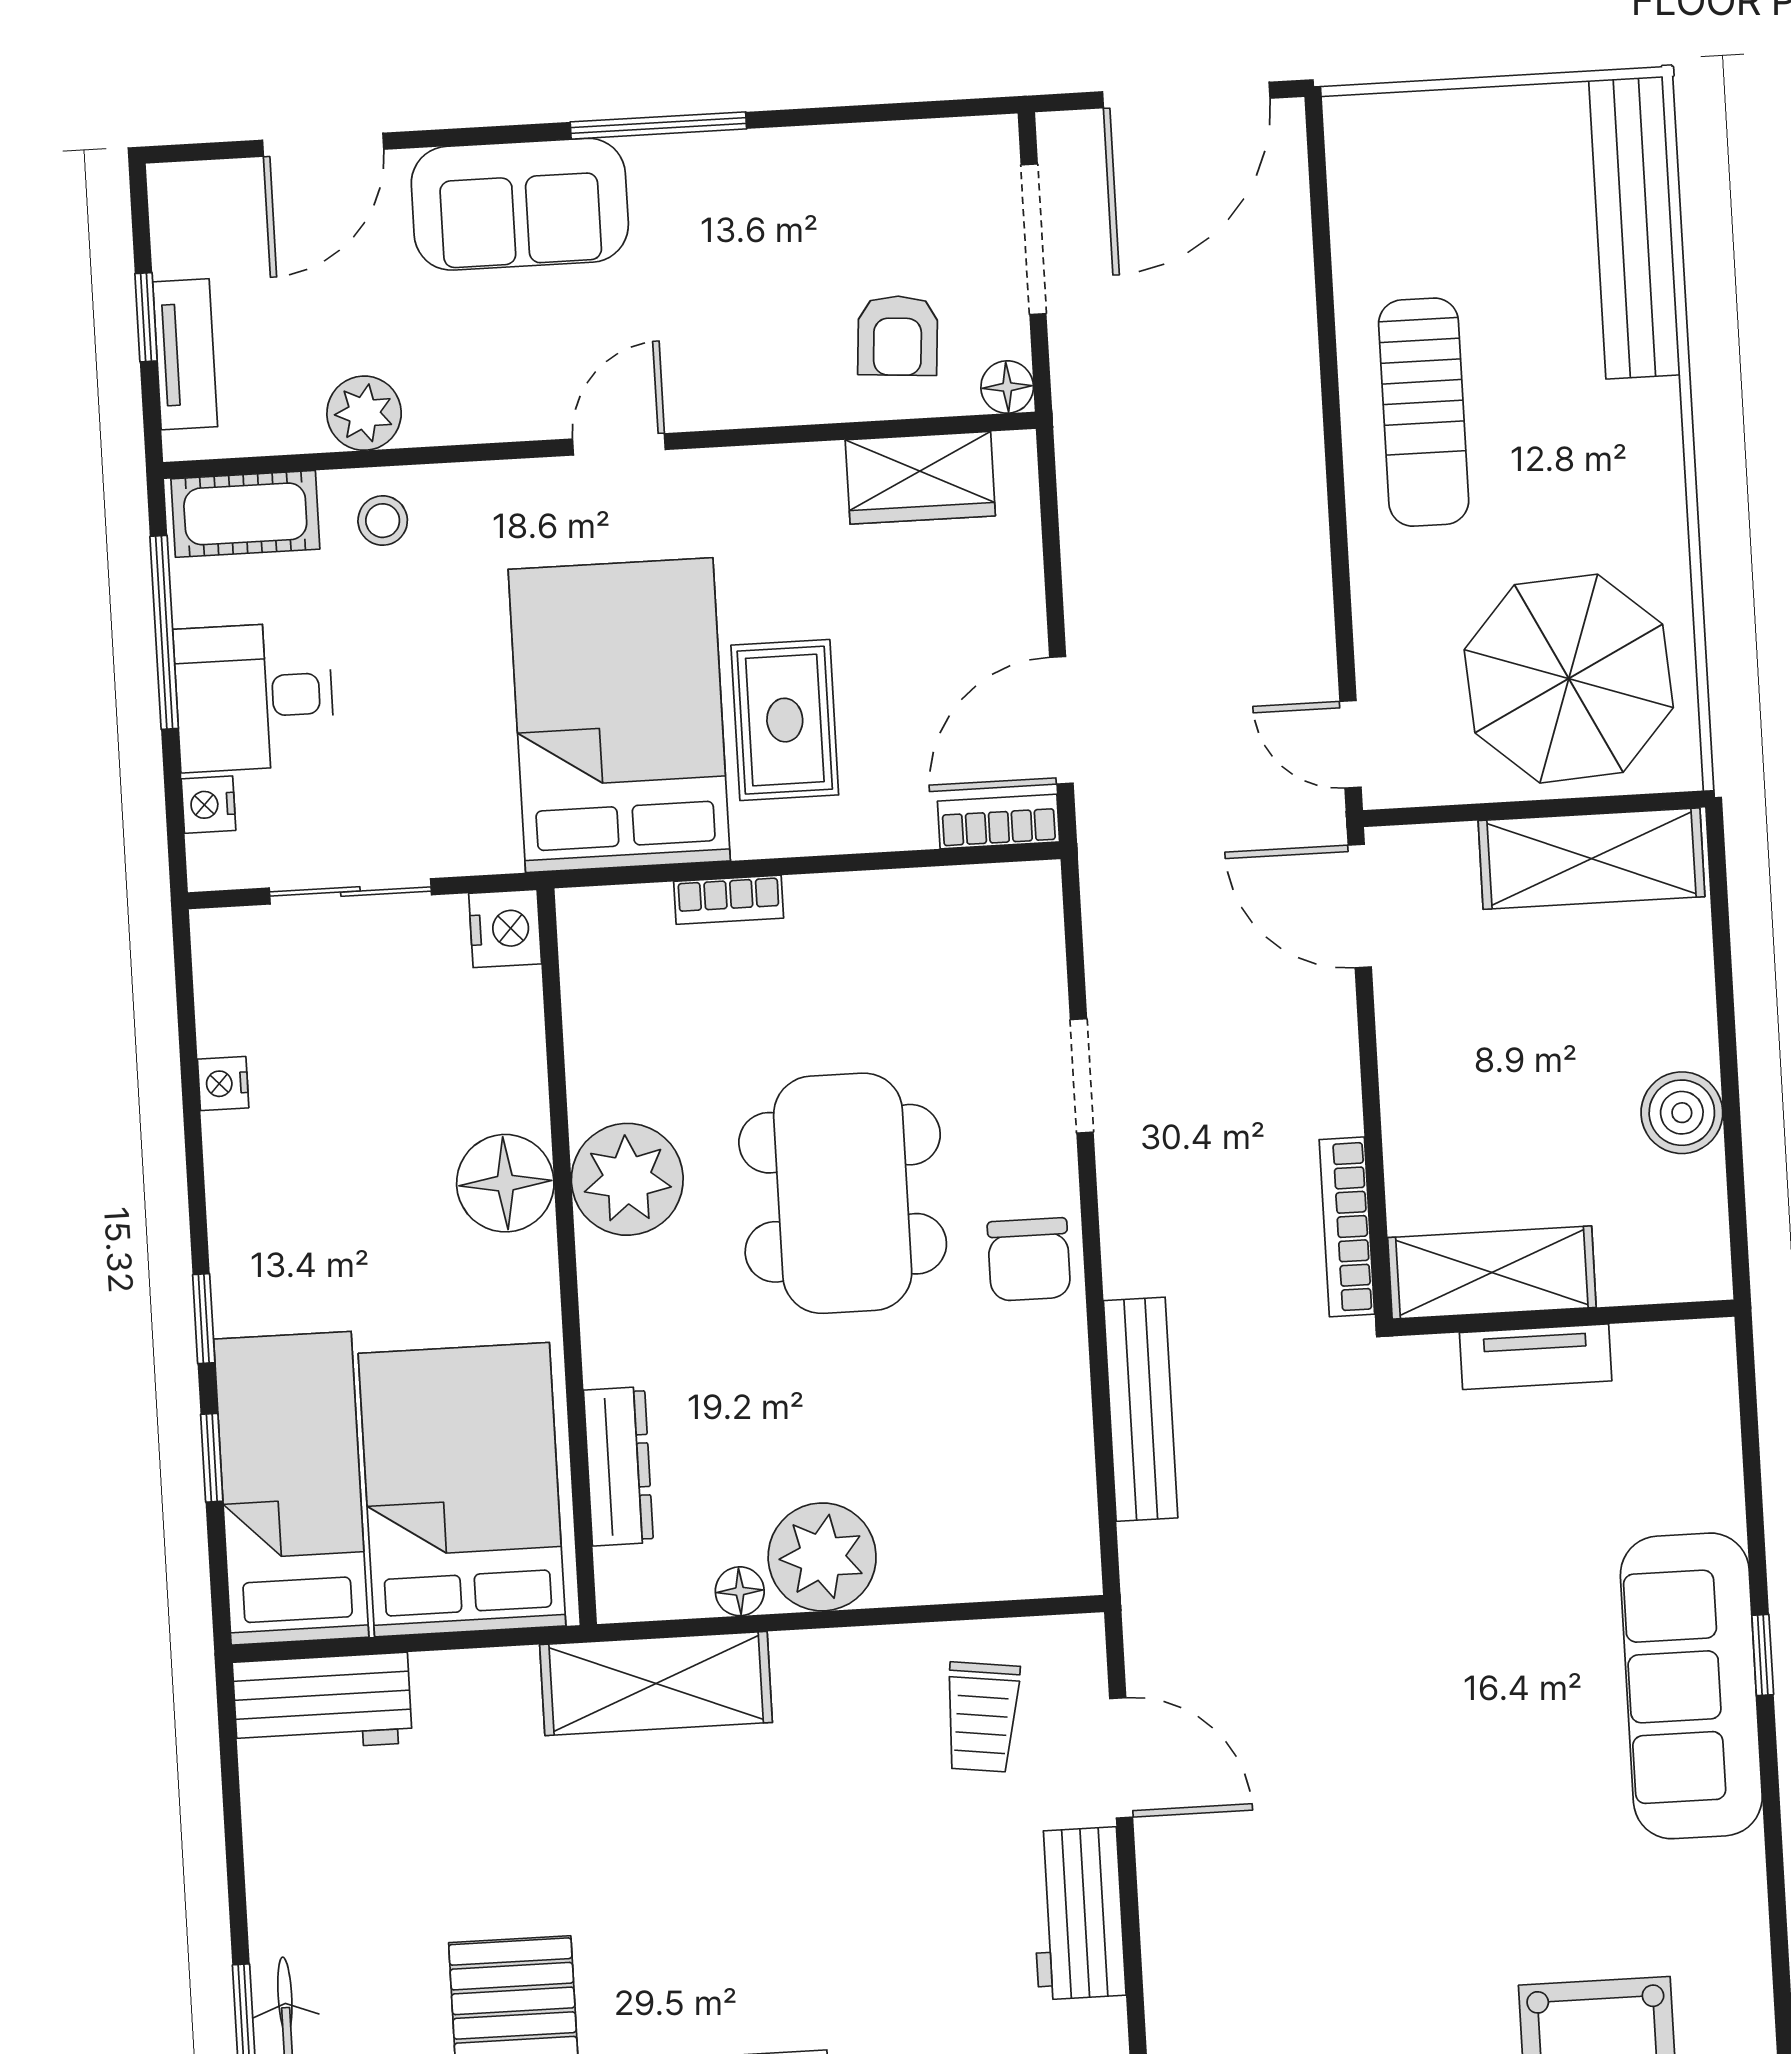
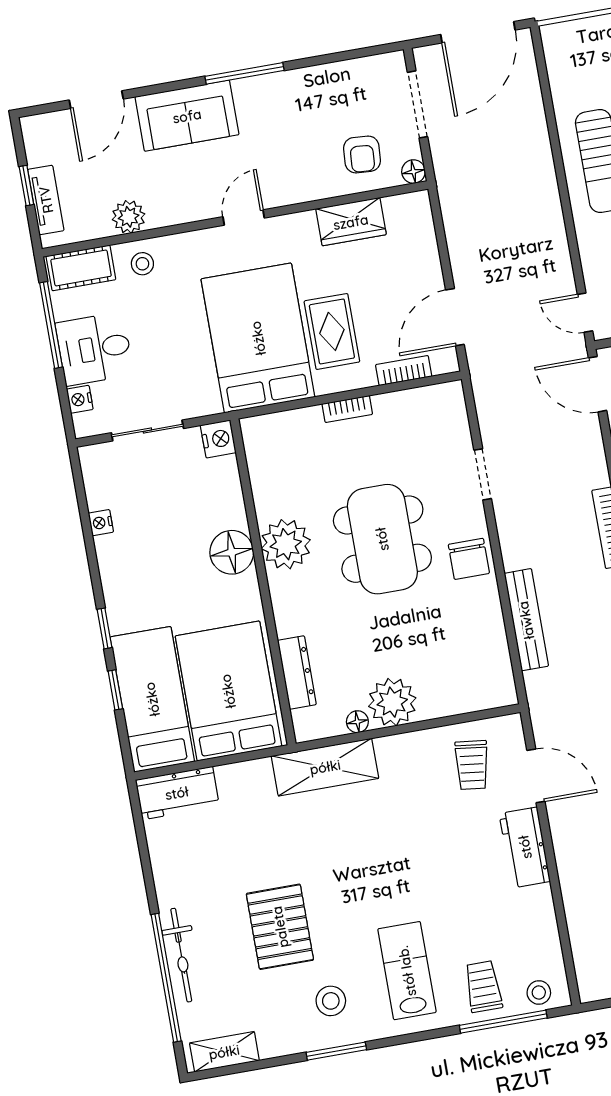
wardrobe: (920, 478) -> (351, 222), moved
bookcase: (999, 821) -> (404, 371), moved
bookcase: (729, 900) -> (347, 409), moved

